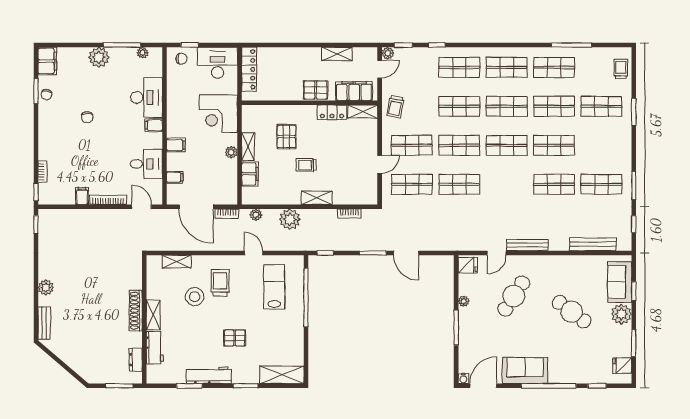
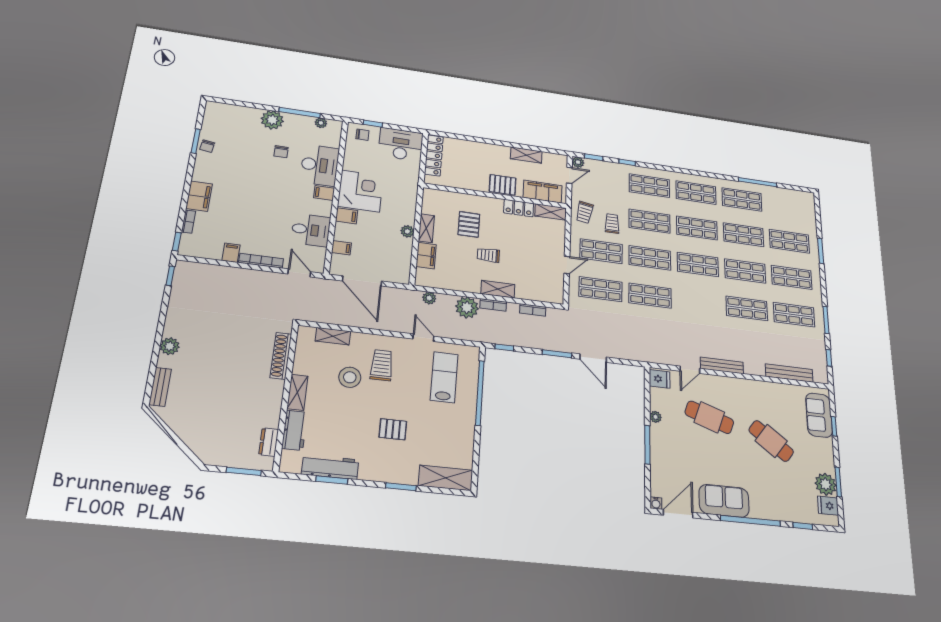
filing cabinet: (47, 61) -> (199, 196), moved
trolley: (621, 69) -> (612, 224), moved
corner desk: (218, 113) -> (360, 191), moved, turned 180
chair: (87, 117) -> (281, 152), moved
shop shelf: (601, 145) -> (792, 277), added
bookcase: (227, 214) -> (493, 305), moved
cafe table: (514, 296) -> (709, 417), turned 76
shoe rack: (136, 311) -> (281, 356), moved
plant: (621, 314) -> (826, 484), moved
workbench: (209, 375) -> (330, 467), moved

